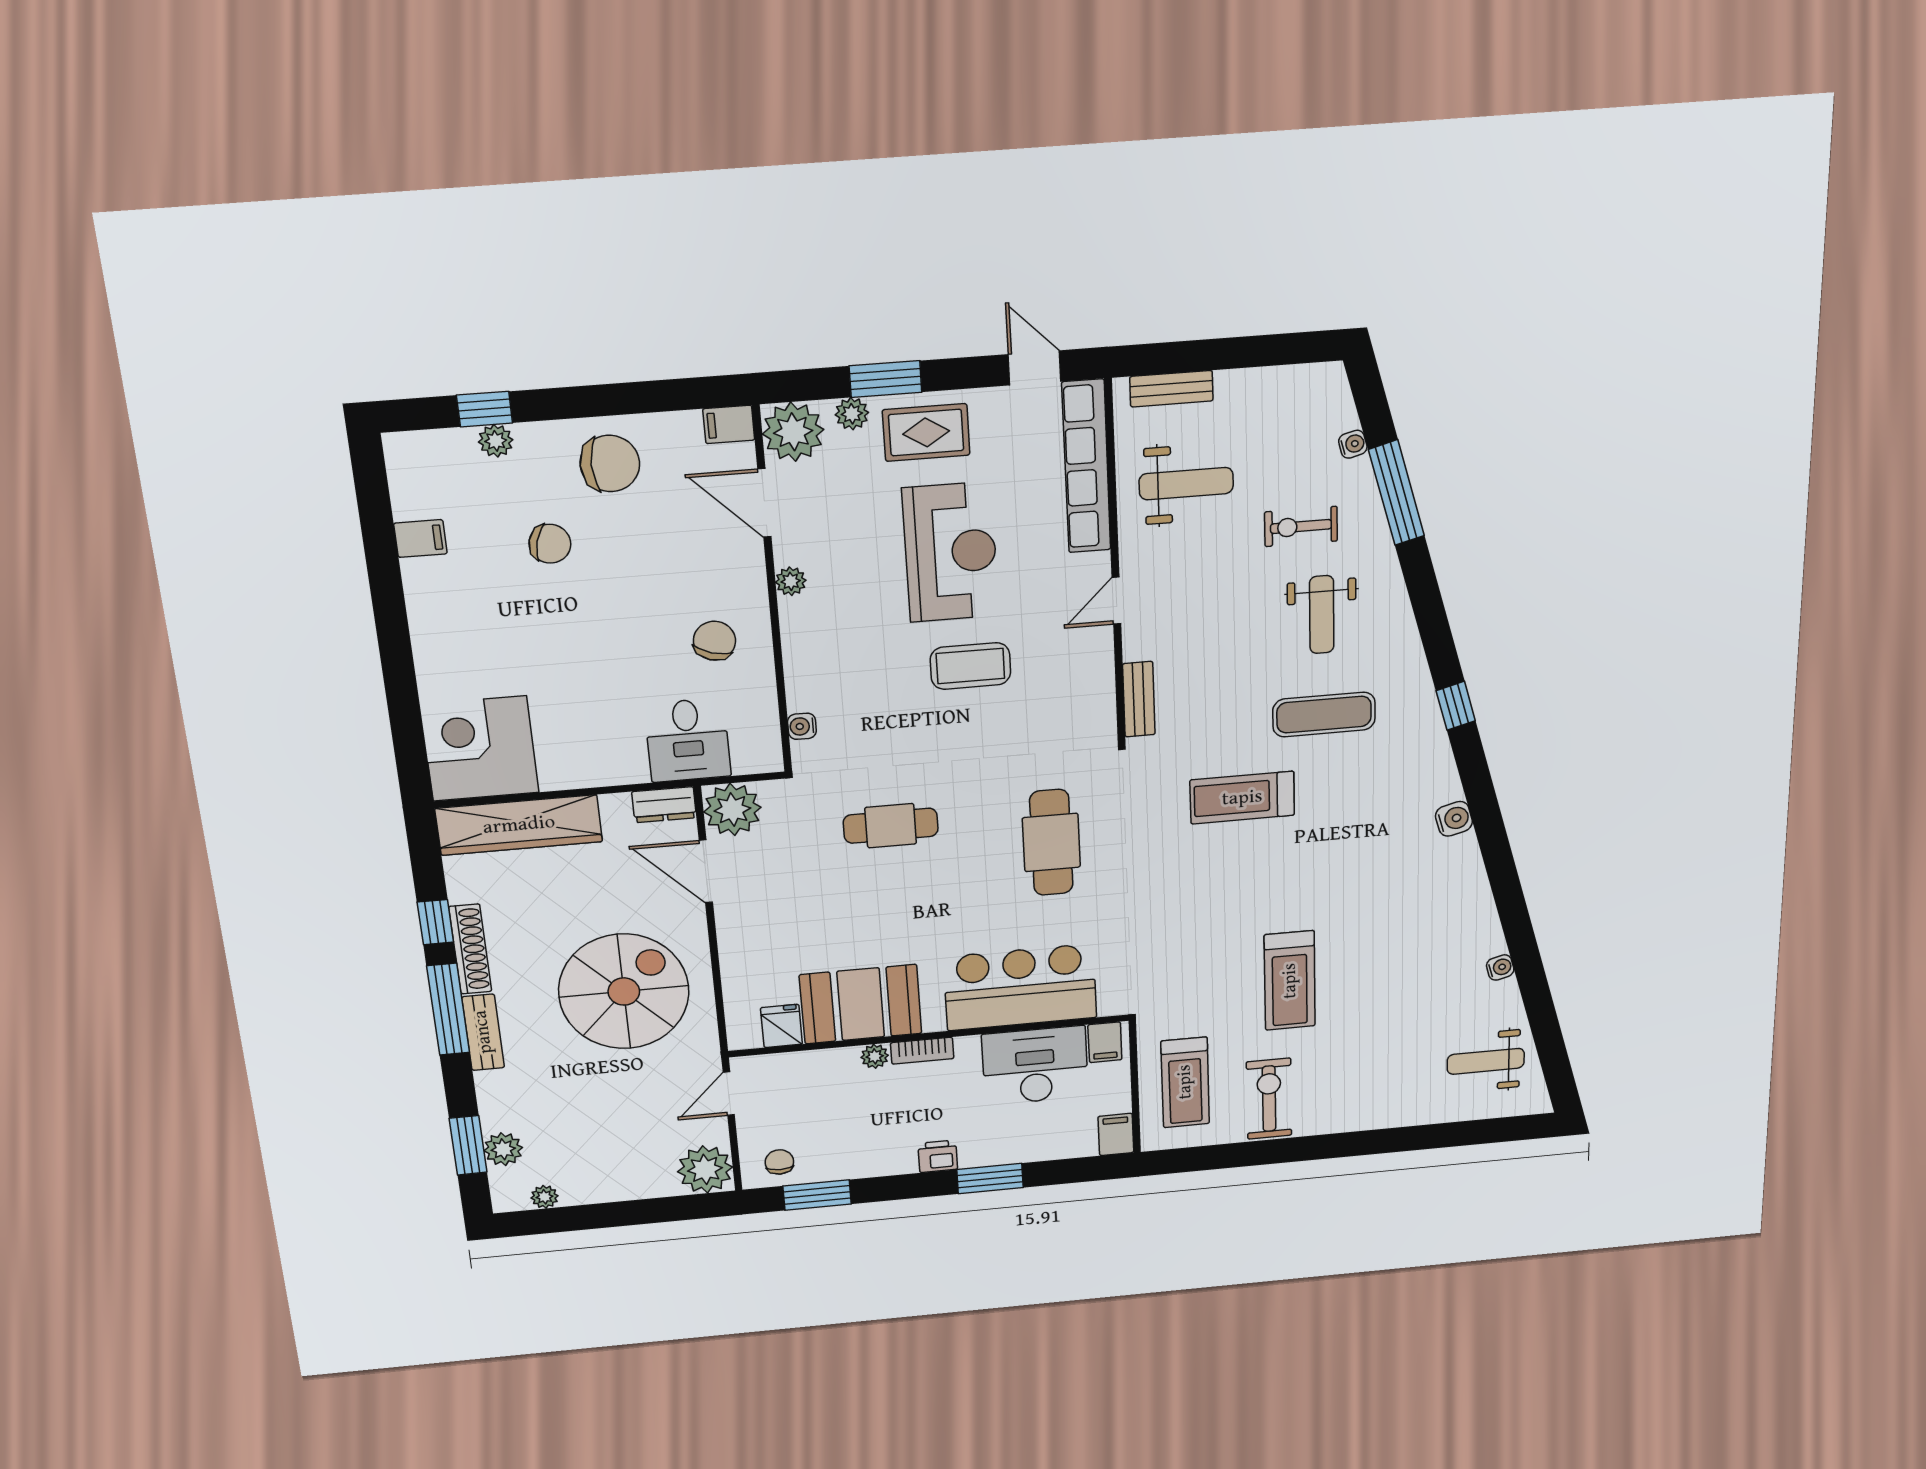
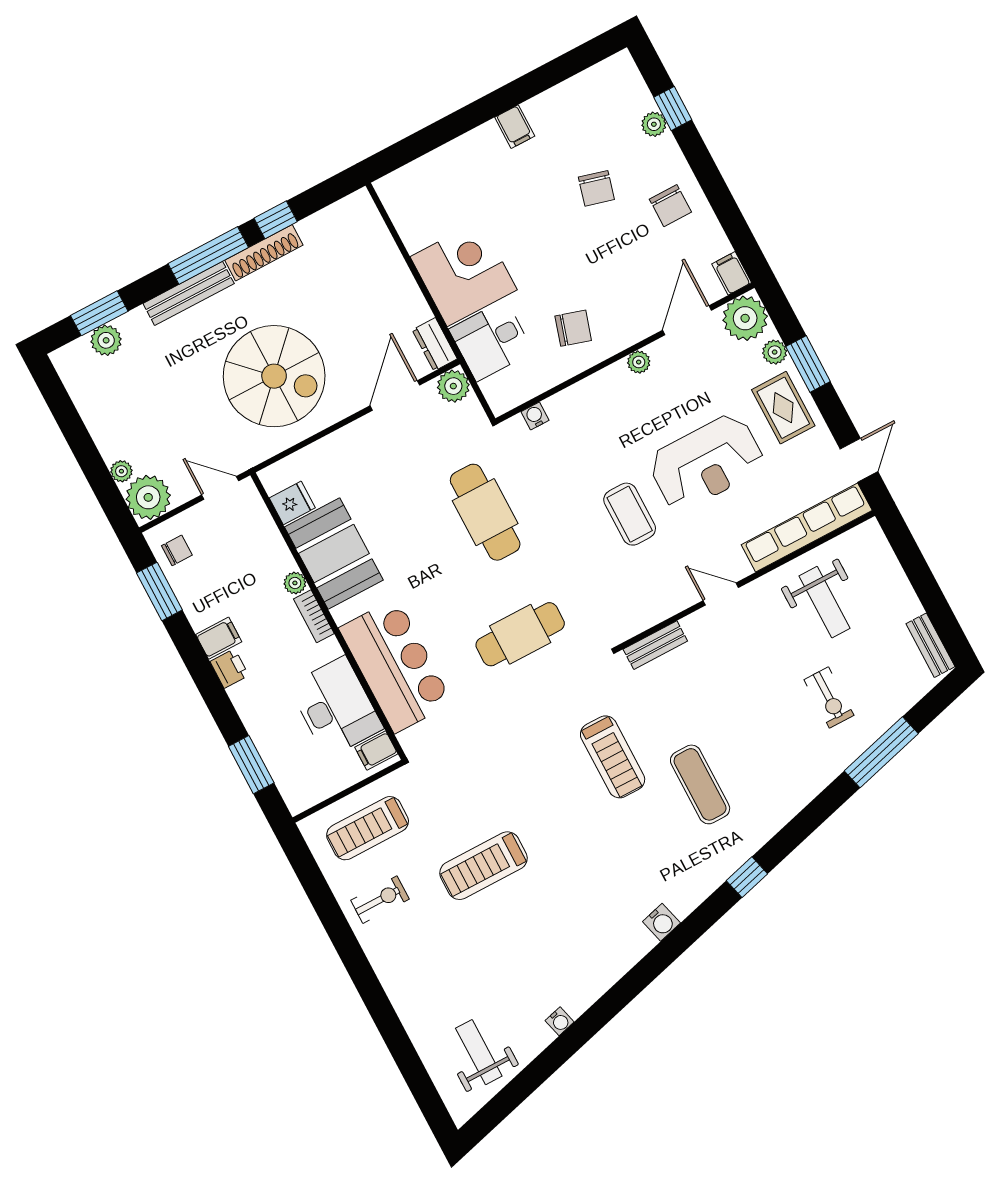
bench: (1171, 389) -> (930, 645), moved
water cooler: (1353, 444) -> (902, 704), removed
chair: (610, 464) -> (670, 206), width x0.73, depth x0.73
exercise bike: (1301, 526) -> (829, 697), turned 180
filing cabinet: (420, 539) -> (515, 127), moved
weight bench: (1322, 615) -> (772, 745), removed
corner desk: (480, 749) -> (464, 273), moved
treadmill: (1242, 798) -> (613, 757), turned 180
plant: (732, 810) -> (453, 386), width x0.73, depth x0.73
wardrobe: (519, 825) -> (377, 249), removed
cafe table: (891, 826) -> (485, 512), width x1.37, depth x1.35
bench: (483, 1032) -> (189, 293), width x1.36
exercise bike: (1269, 1099) -> (380, 900), width x0.73, depth x0.72
filing cabinet: (1116, 1134) -> (219, 638), moved
window: (990, 1179) -> (251, 765), moved
plant: (545, 1197) -> (121, 471), moved

